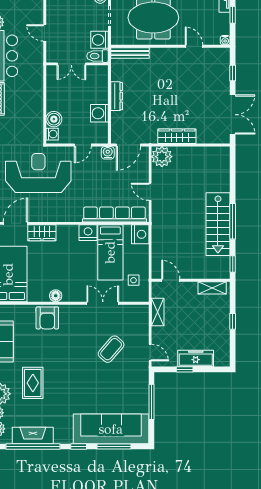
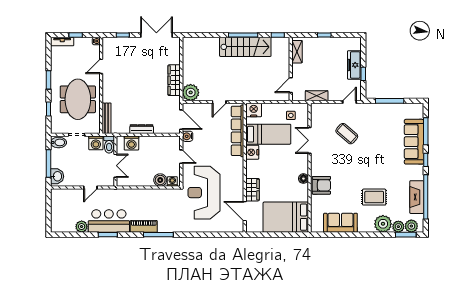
washing machine: (99, 113) -> (131, 143), moved
sofa: (111, 429) -> (414, 142), width x0.74, depth x0.79

